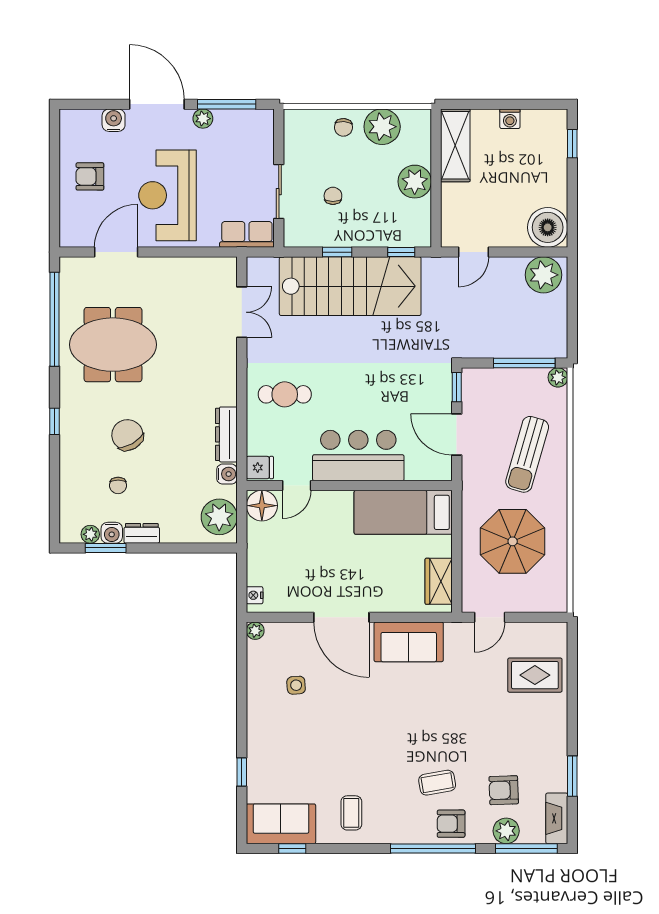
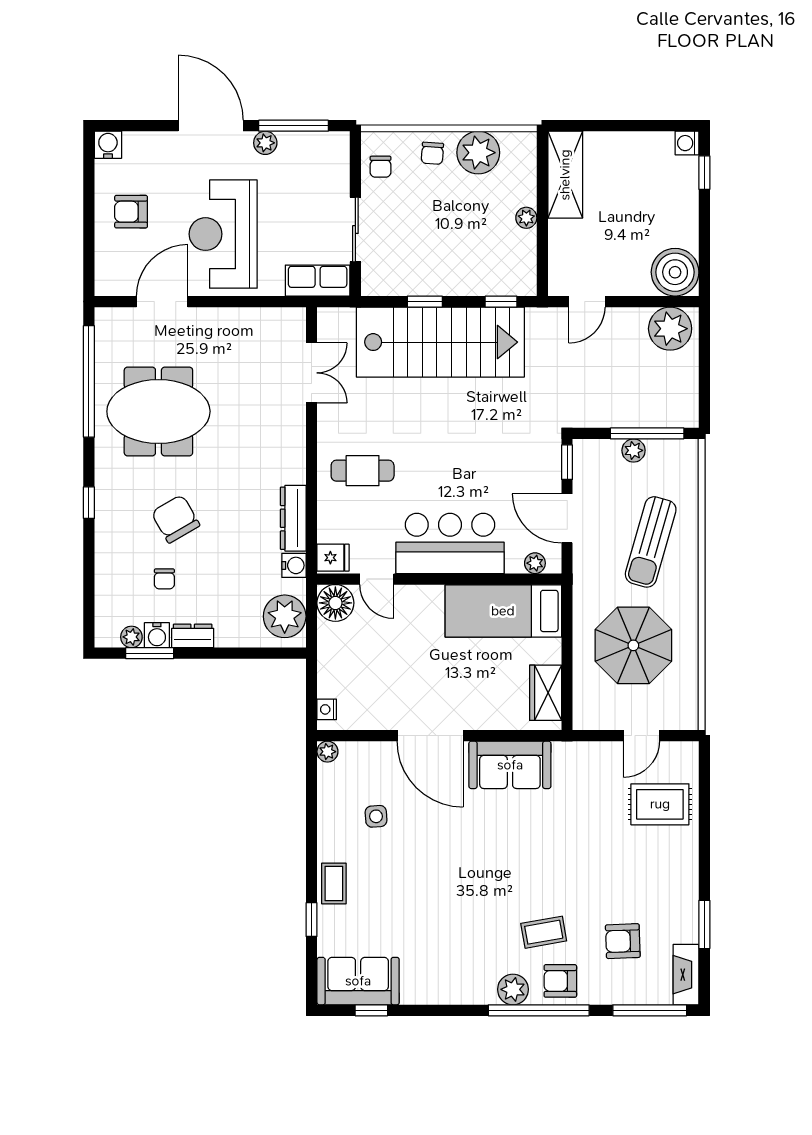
washing machine: (510, 119) -> (687, 143), moved, turned 90
water cooler: (114, 120) -> (108, 145), moved
plant: (415, 182) -> (526, 218), width x0.53, depth x0.53
chair: (333, 196) -> (380, 167), moved, turned 180
plant: (558, 377) -> (634, 450), moved
plant: (430, 472) -> (535, 563), added
door: (297, 486) -> (377, 579), hinge flipped
door: (490, 617) -> (641, 736), moved
coffee table: (351, 813) -> (334, 884), moved
plant: (506, 831) -> (513, 989), moved

